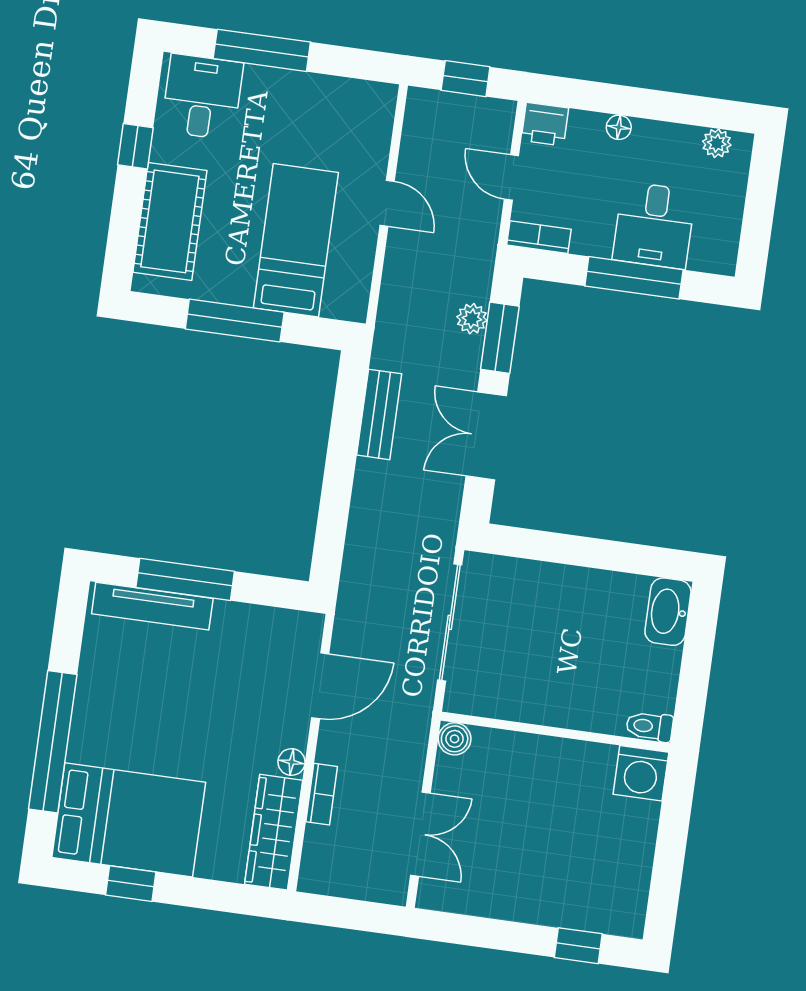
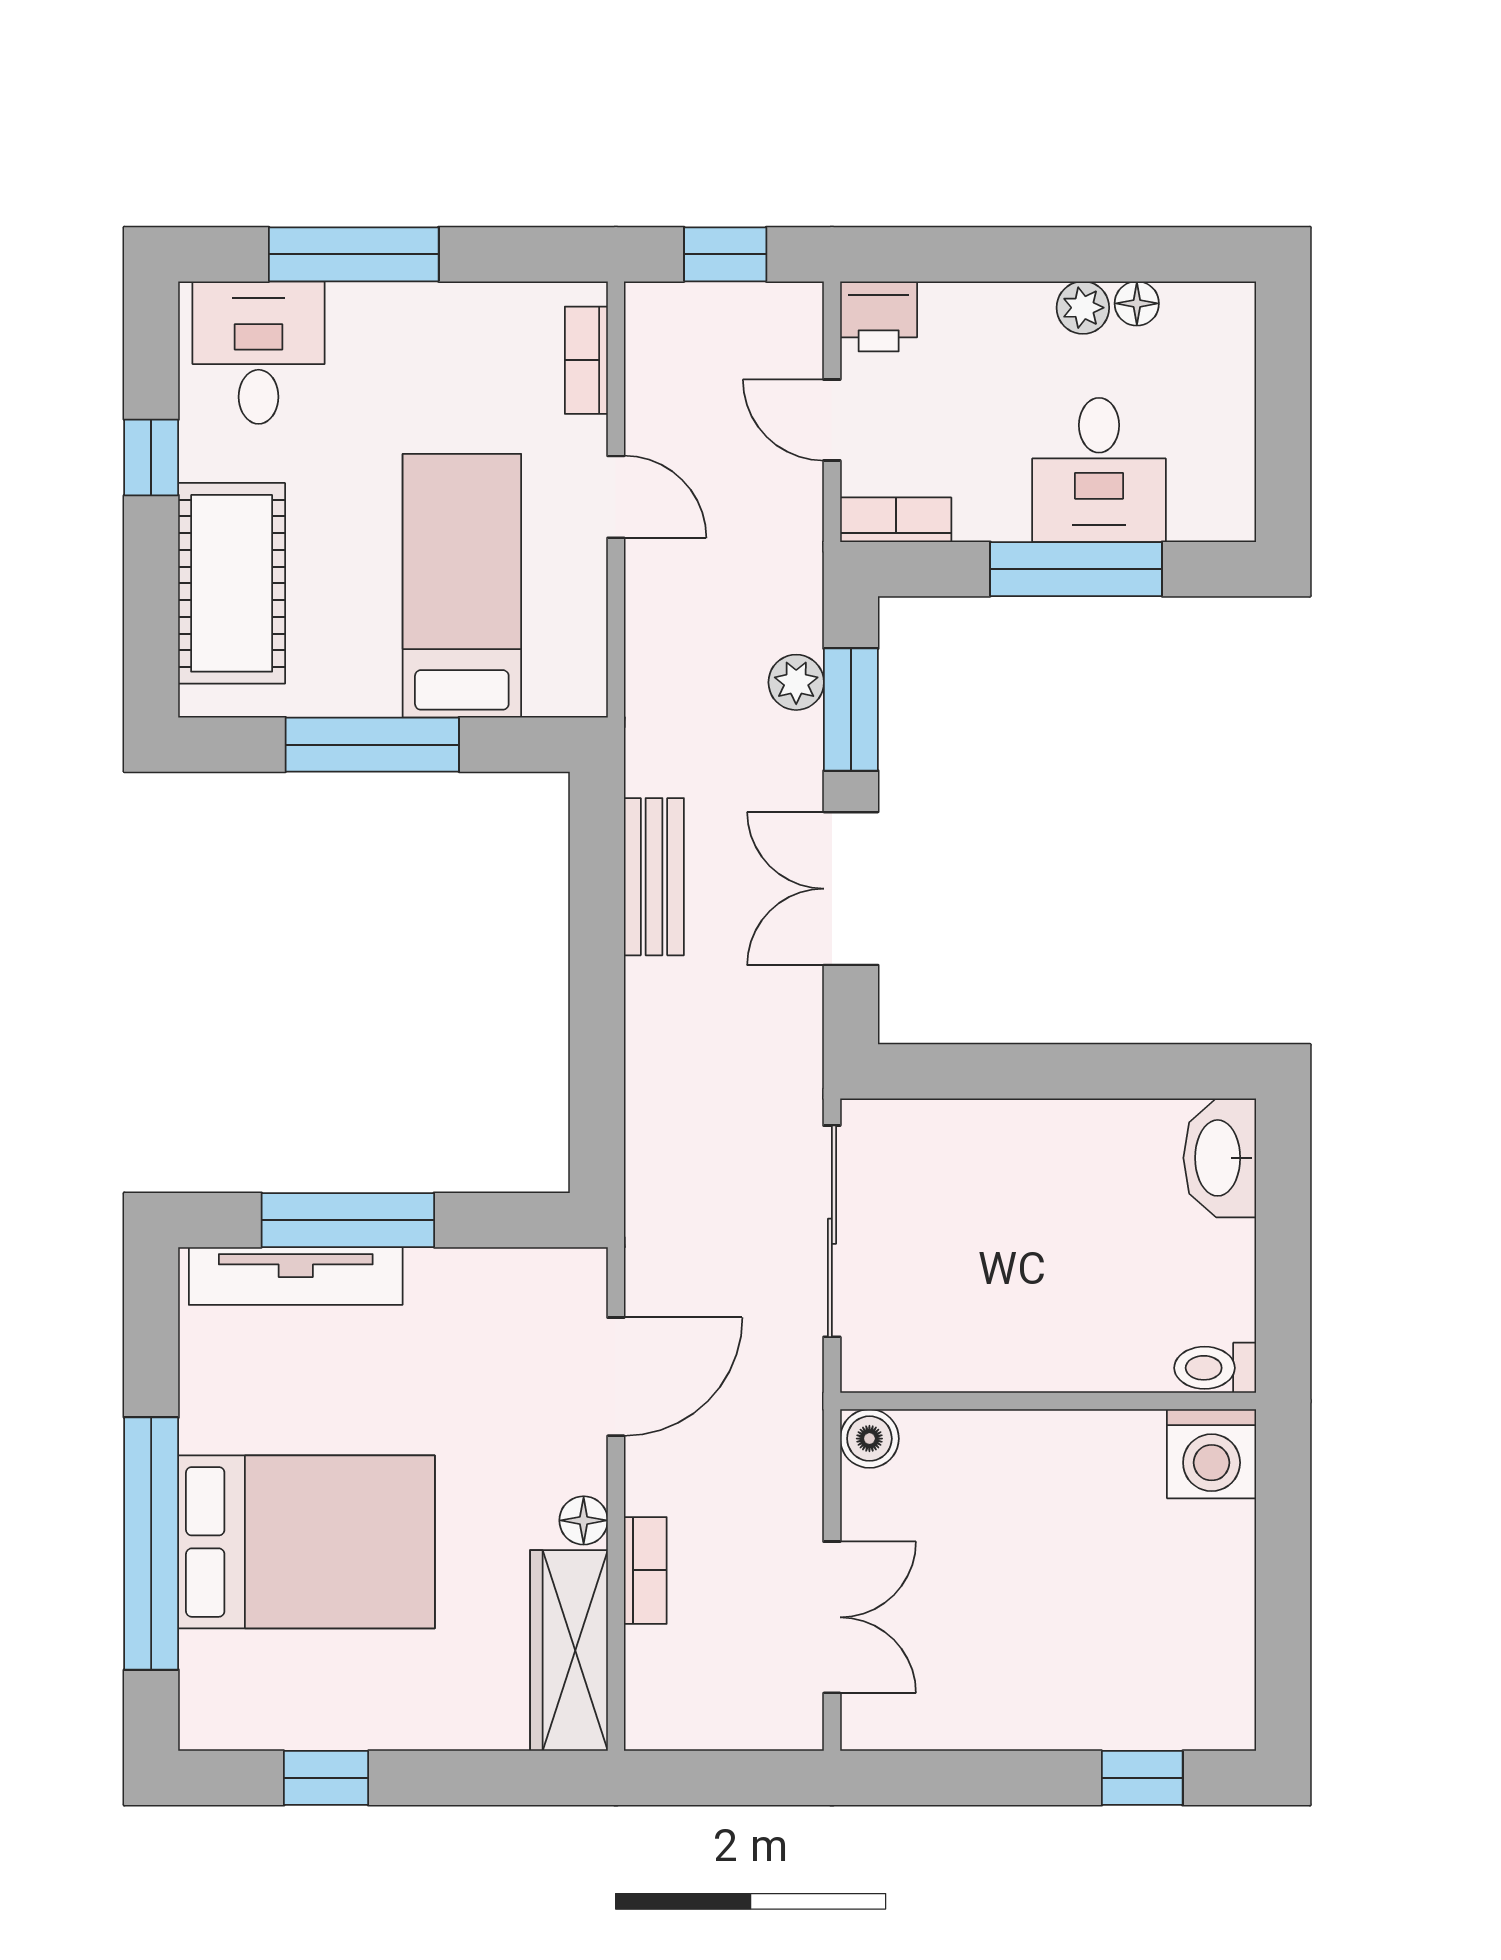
bookcase: (381, 126) -> (586, 360), added
floor lamp: (619, 127) -> (1137, 303), moved
plant: (717, 143) -> (1083, 308), moved
bed: (129, 820) -> (307, 1542), moved

